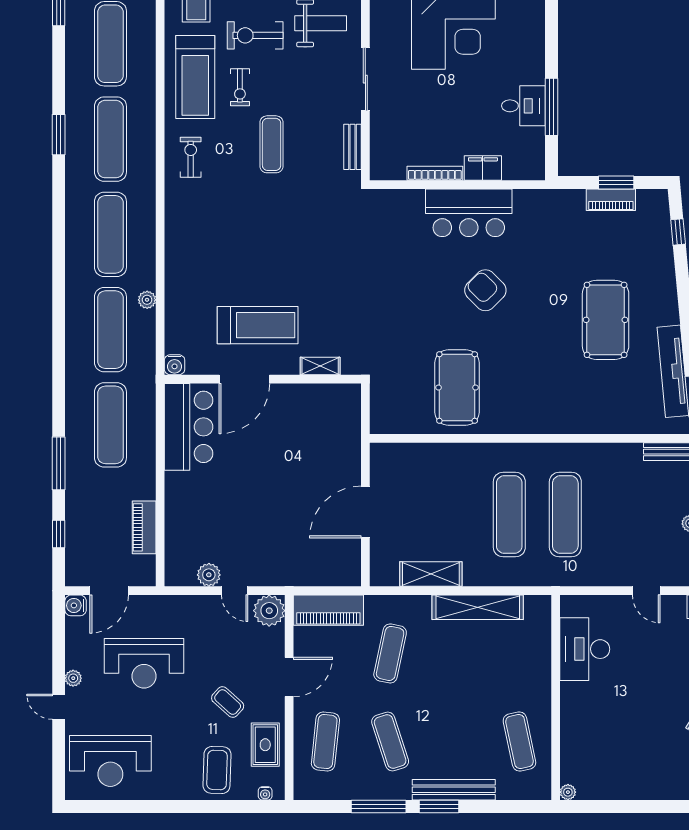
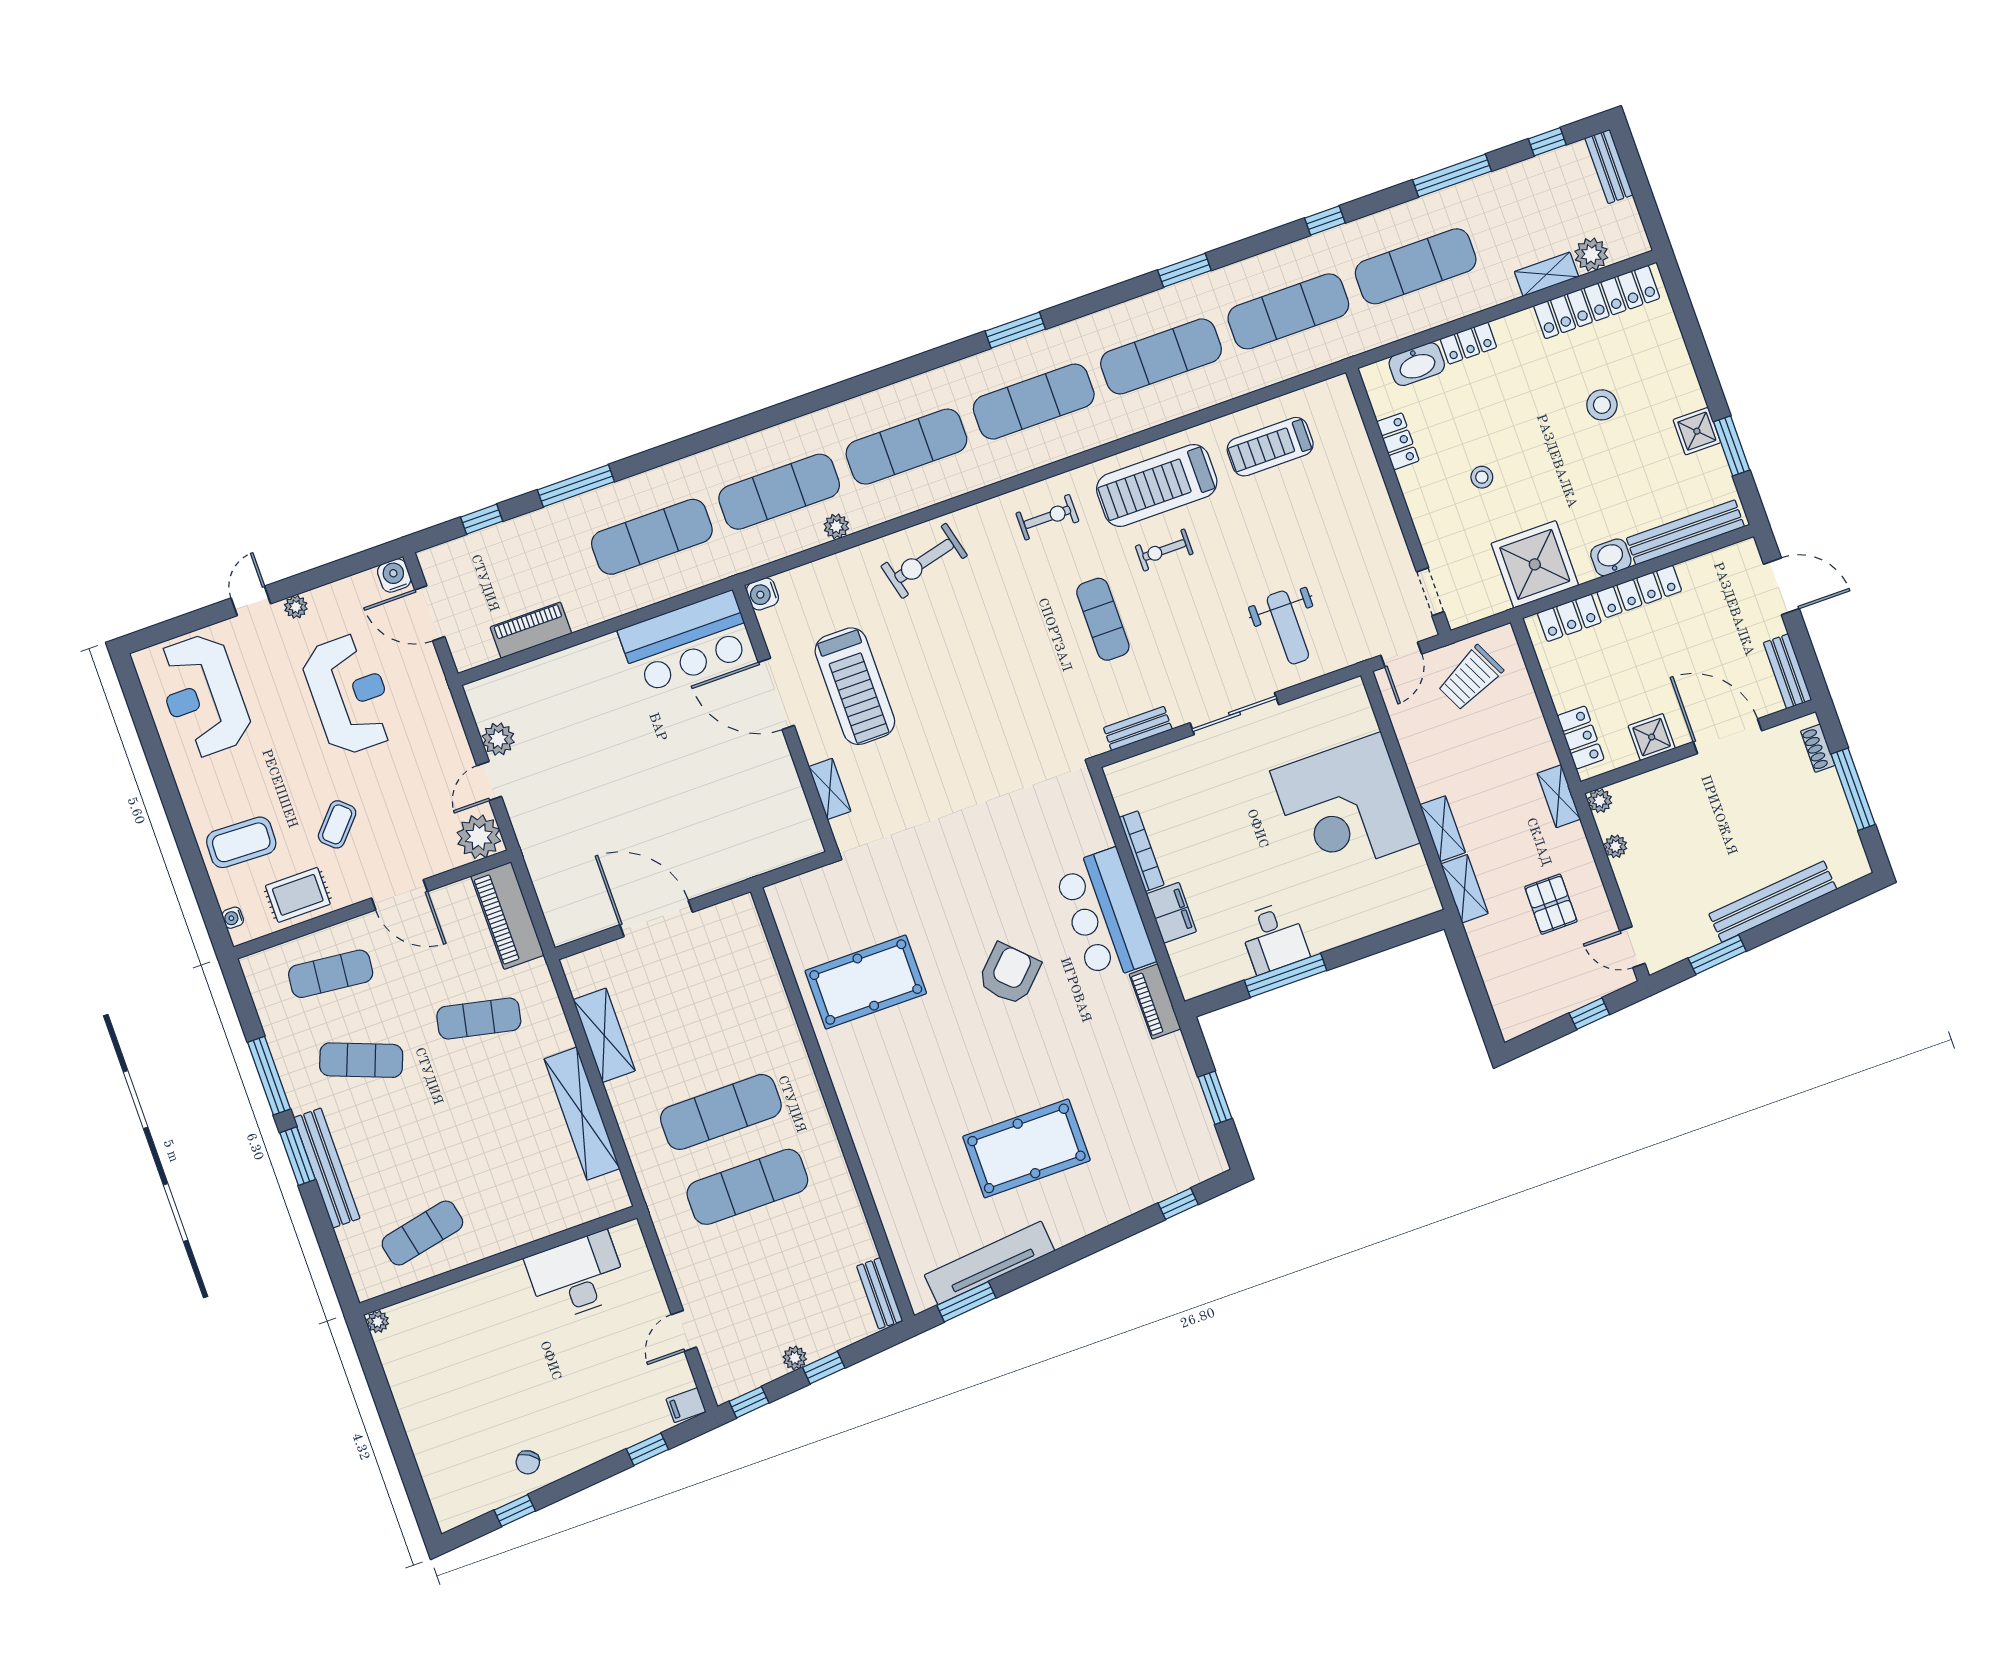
exercise bike: (255, 35) -> (924, 561), moved, turned -104
exercise mat: (272, 144) -> (1103, 619), turned 90
piano: (611, 200) -> (1155, 1001), moved
reception desk: (144, 663) -> (349, 694), turned 180
exercise mat: (390, 742) -> (361, 1060), turned 39

